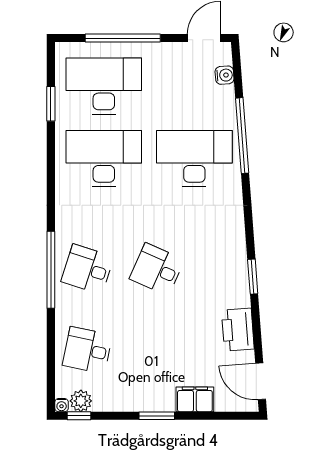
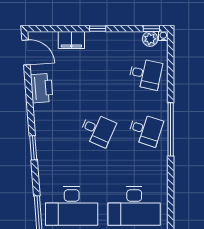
window: (253, 277) -> (33, 148), moved
window: (157, 416) -> (98, 29), width x0.67

